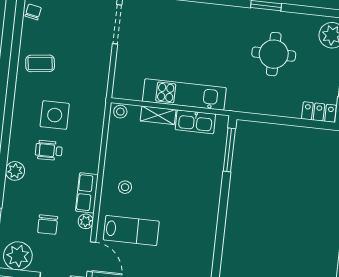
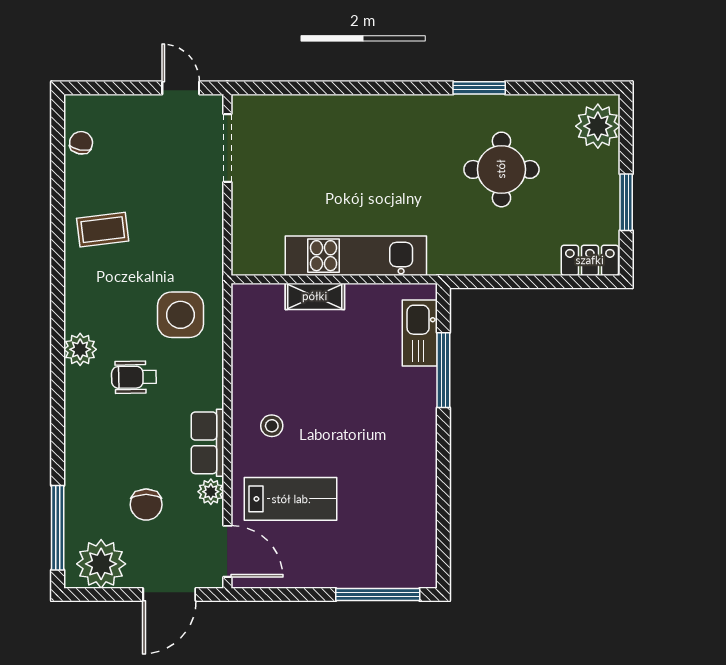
stool: (120, 112) -> (249, 297), removed
side table: (55, 115) -> (180, 315), moved
kitchen sink: (195, 122) -> (420, 333), moved, turned 90
window: (229, 150) -> (443, 370), moved
plant: (15, 171) -> (80, 349), moved

